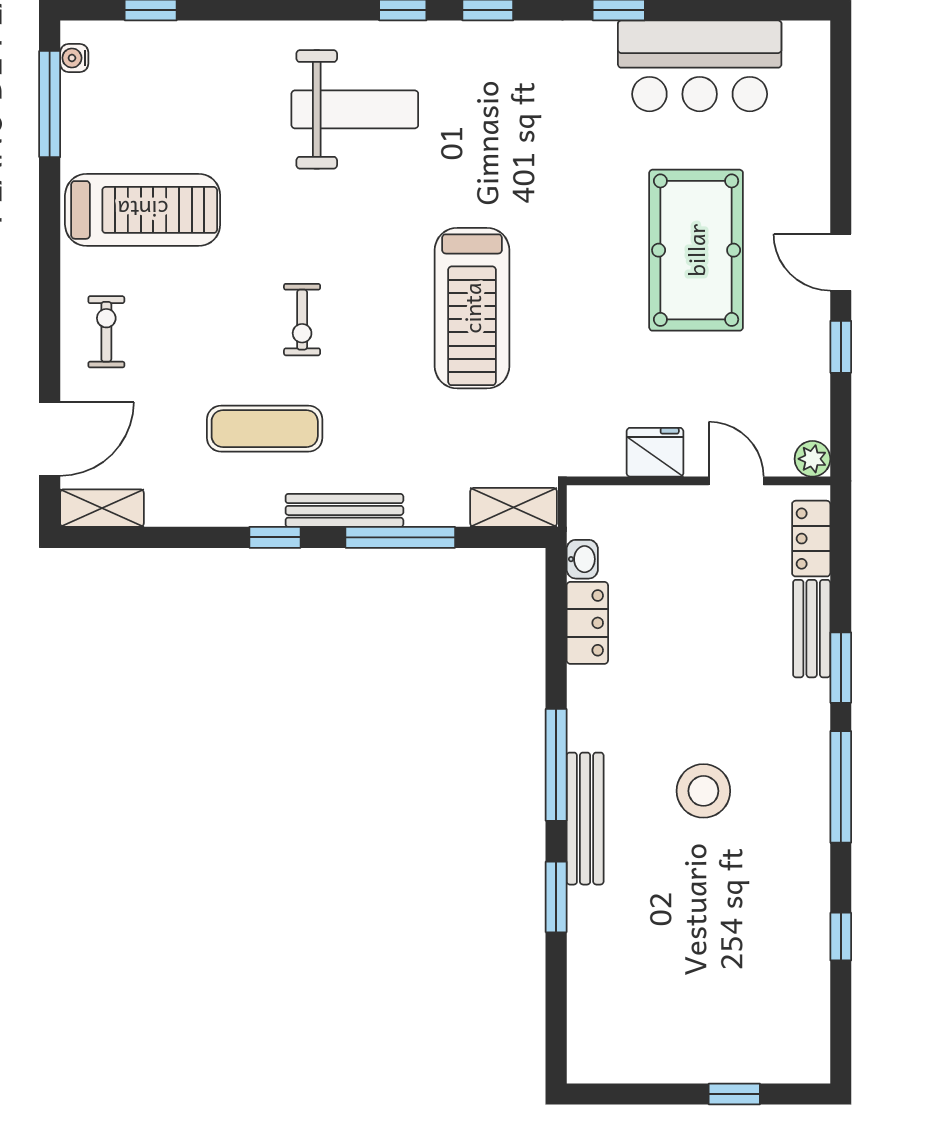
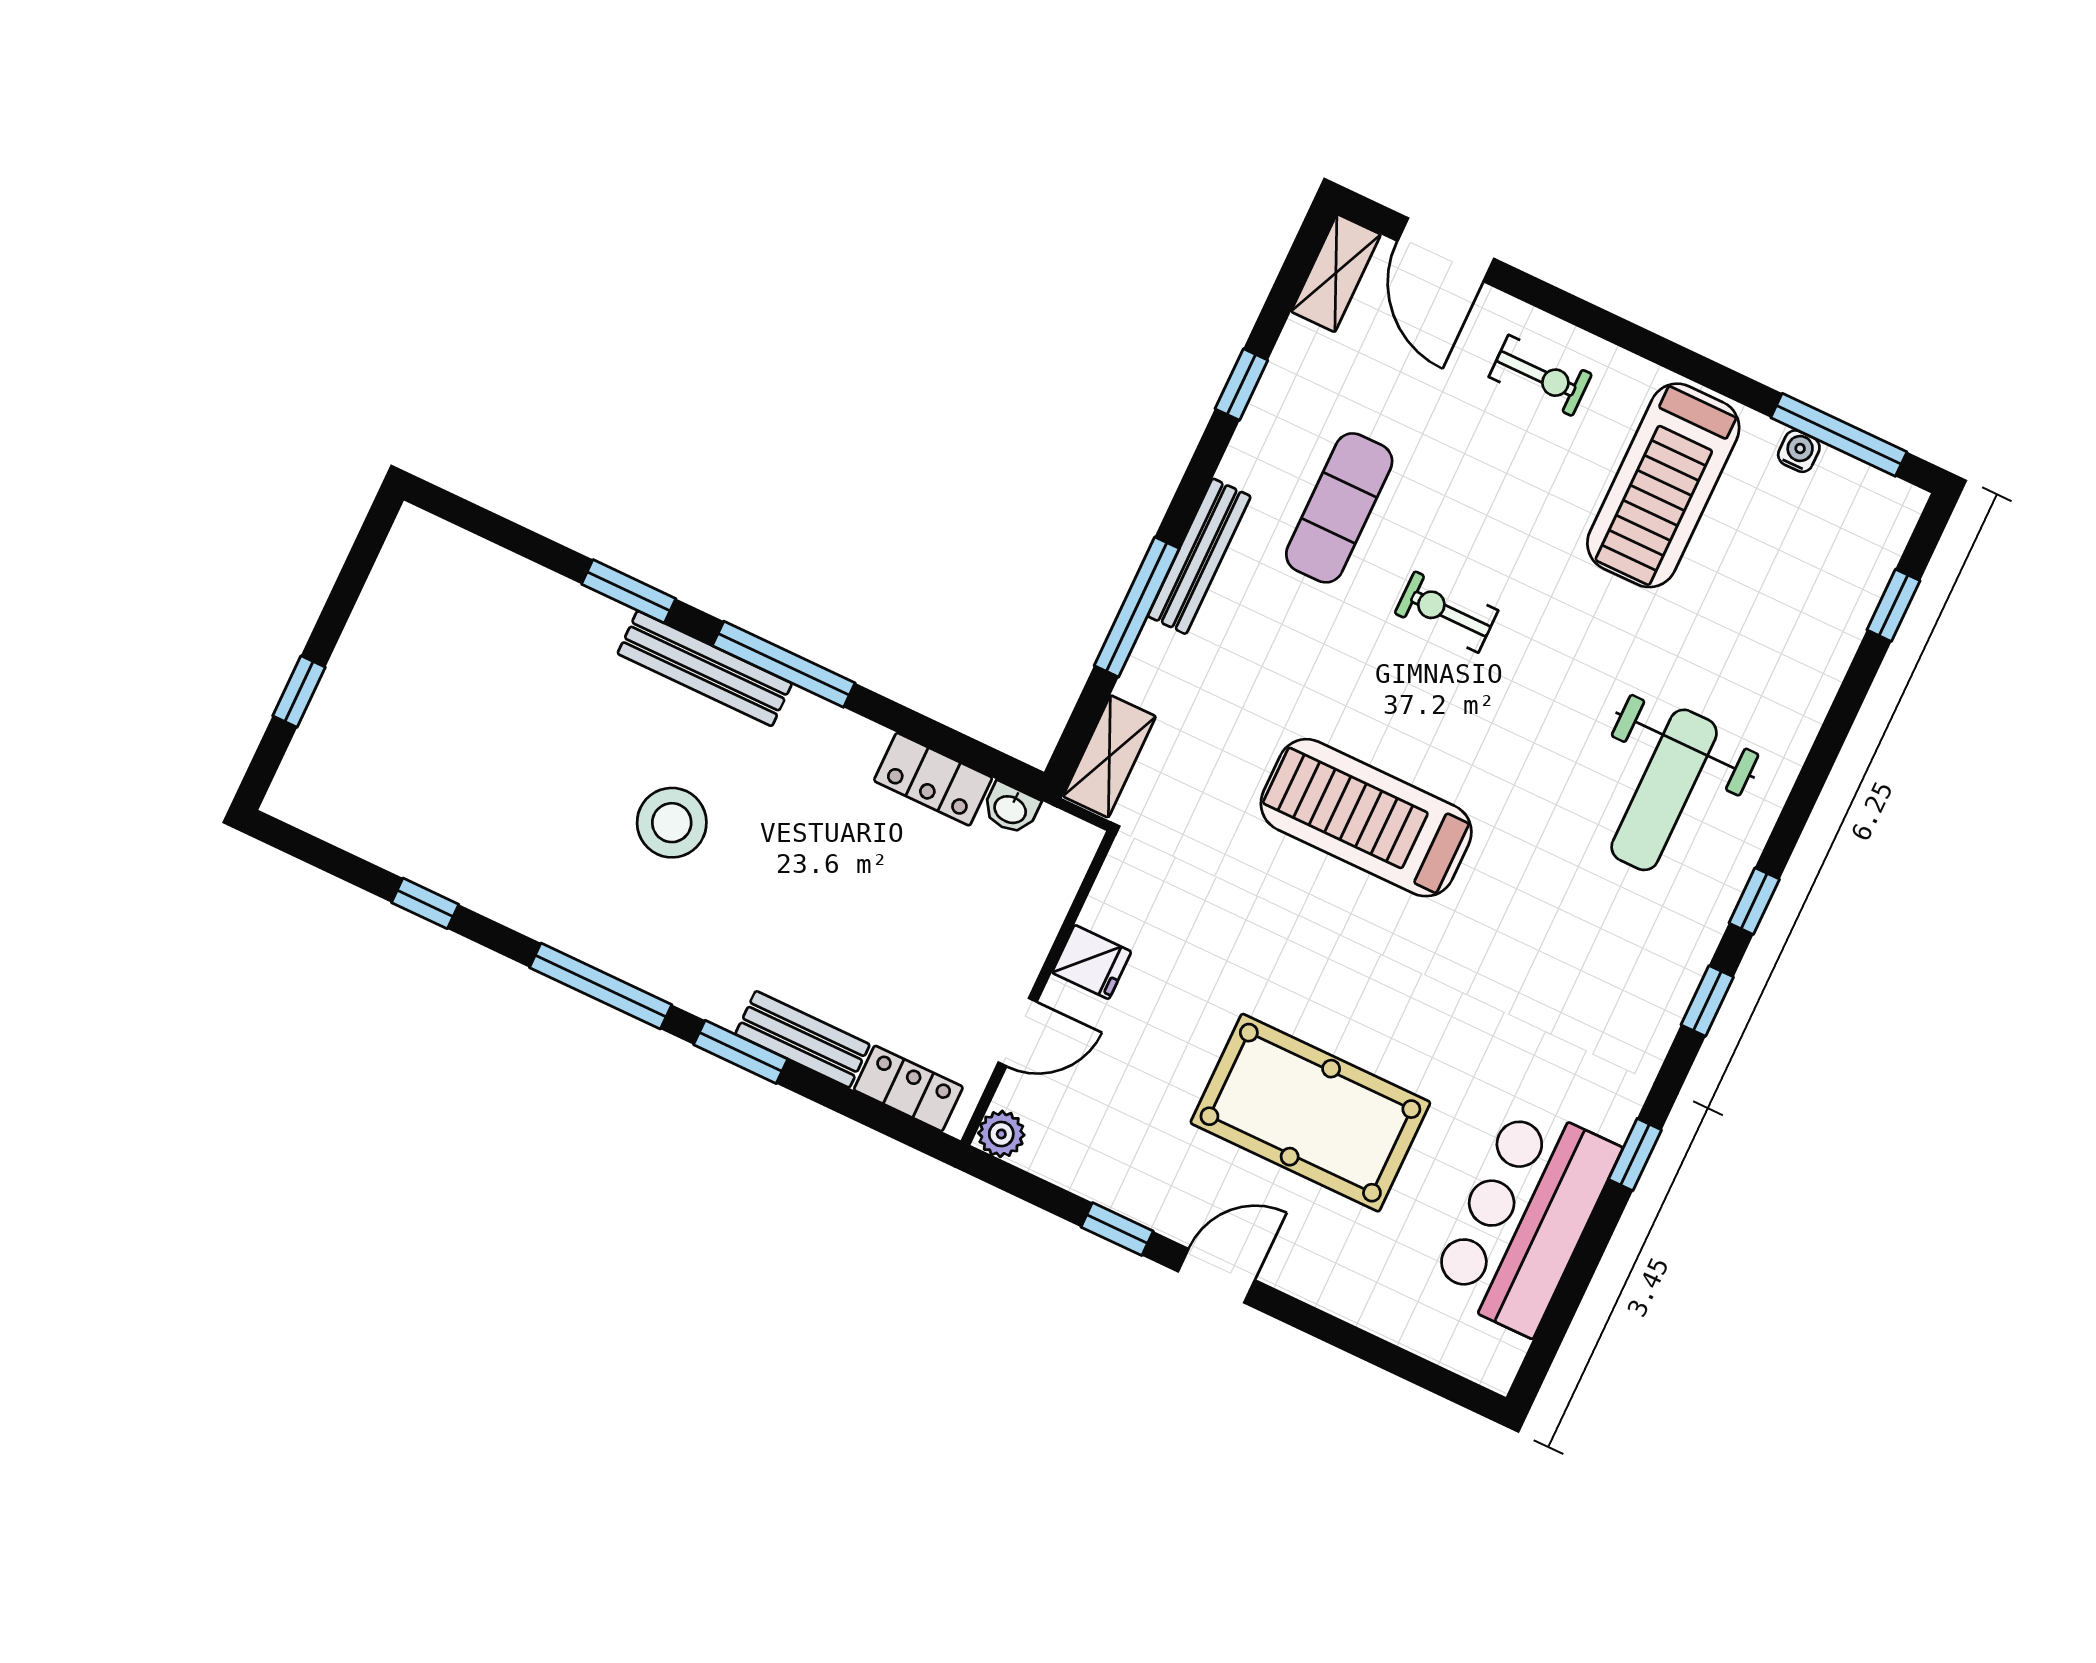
water cooler: (74, 58) -> (1799, 451), moved
fridge: (655, 452) -> (1092, 962), width x0.72
window: (275, 537) -> (1241, 385), moved

